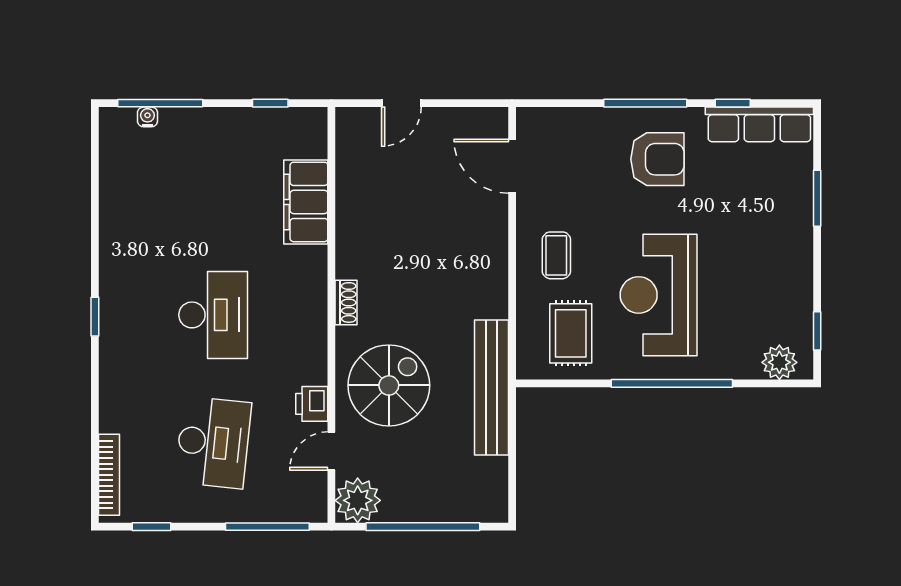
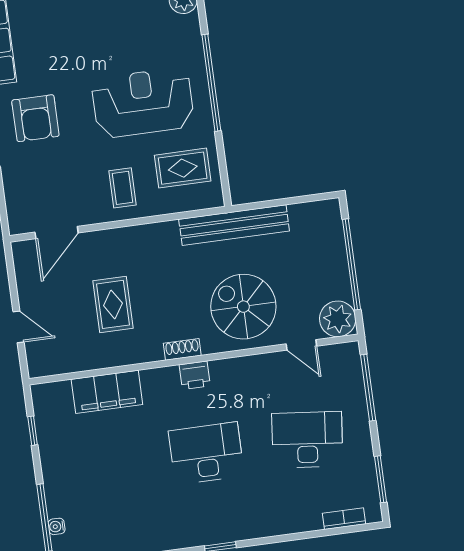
armchair: (657, 159) -> (35, 118), turned 180
rug: (413, 224) -> (113, 304), added
coffee table: (556, 255) -> (122, 188), turned 90
reception desk: (659, 295) -> (143, 103), turned 180
printer: (312, 404) -> (195, 375), moved
bookcase: (109, 475) -> (344, 519), width x0.64
window: (152, 527) -> (381, 479), width x1.50

